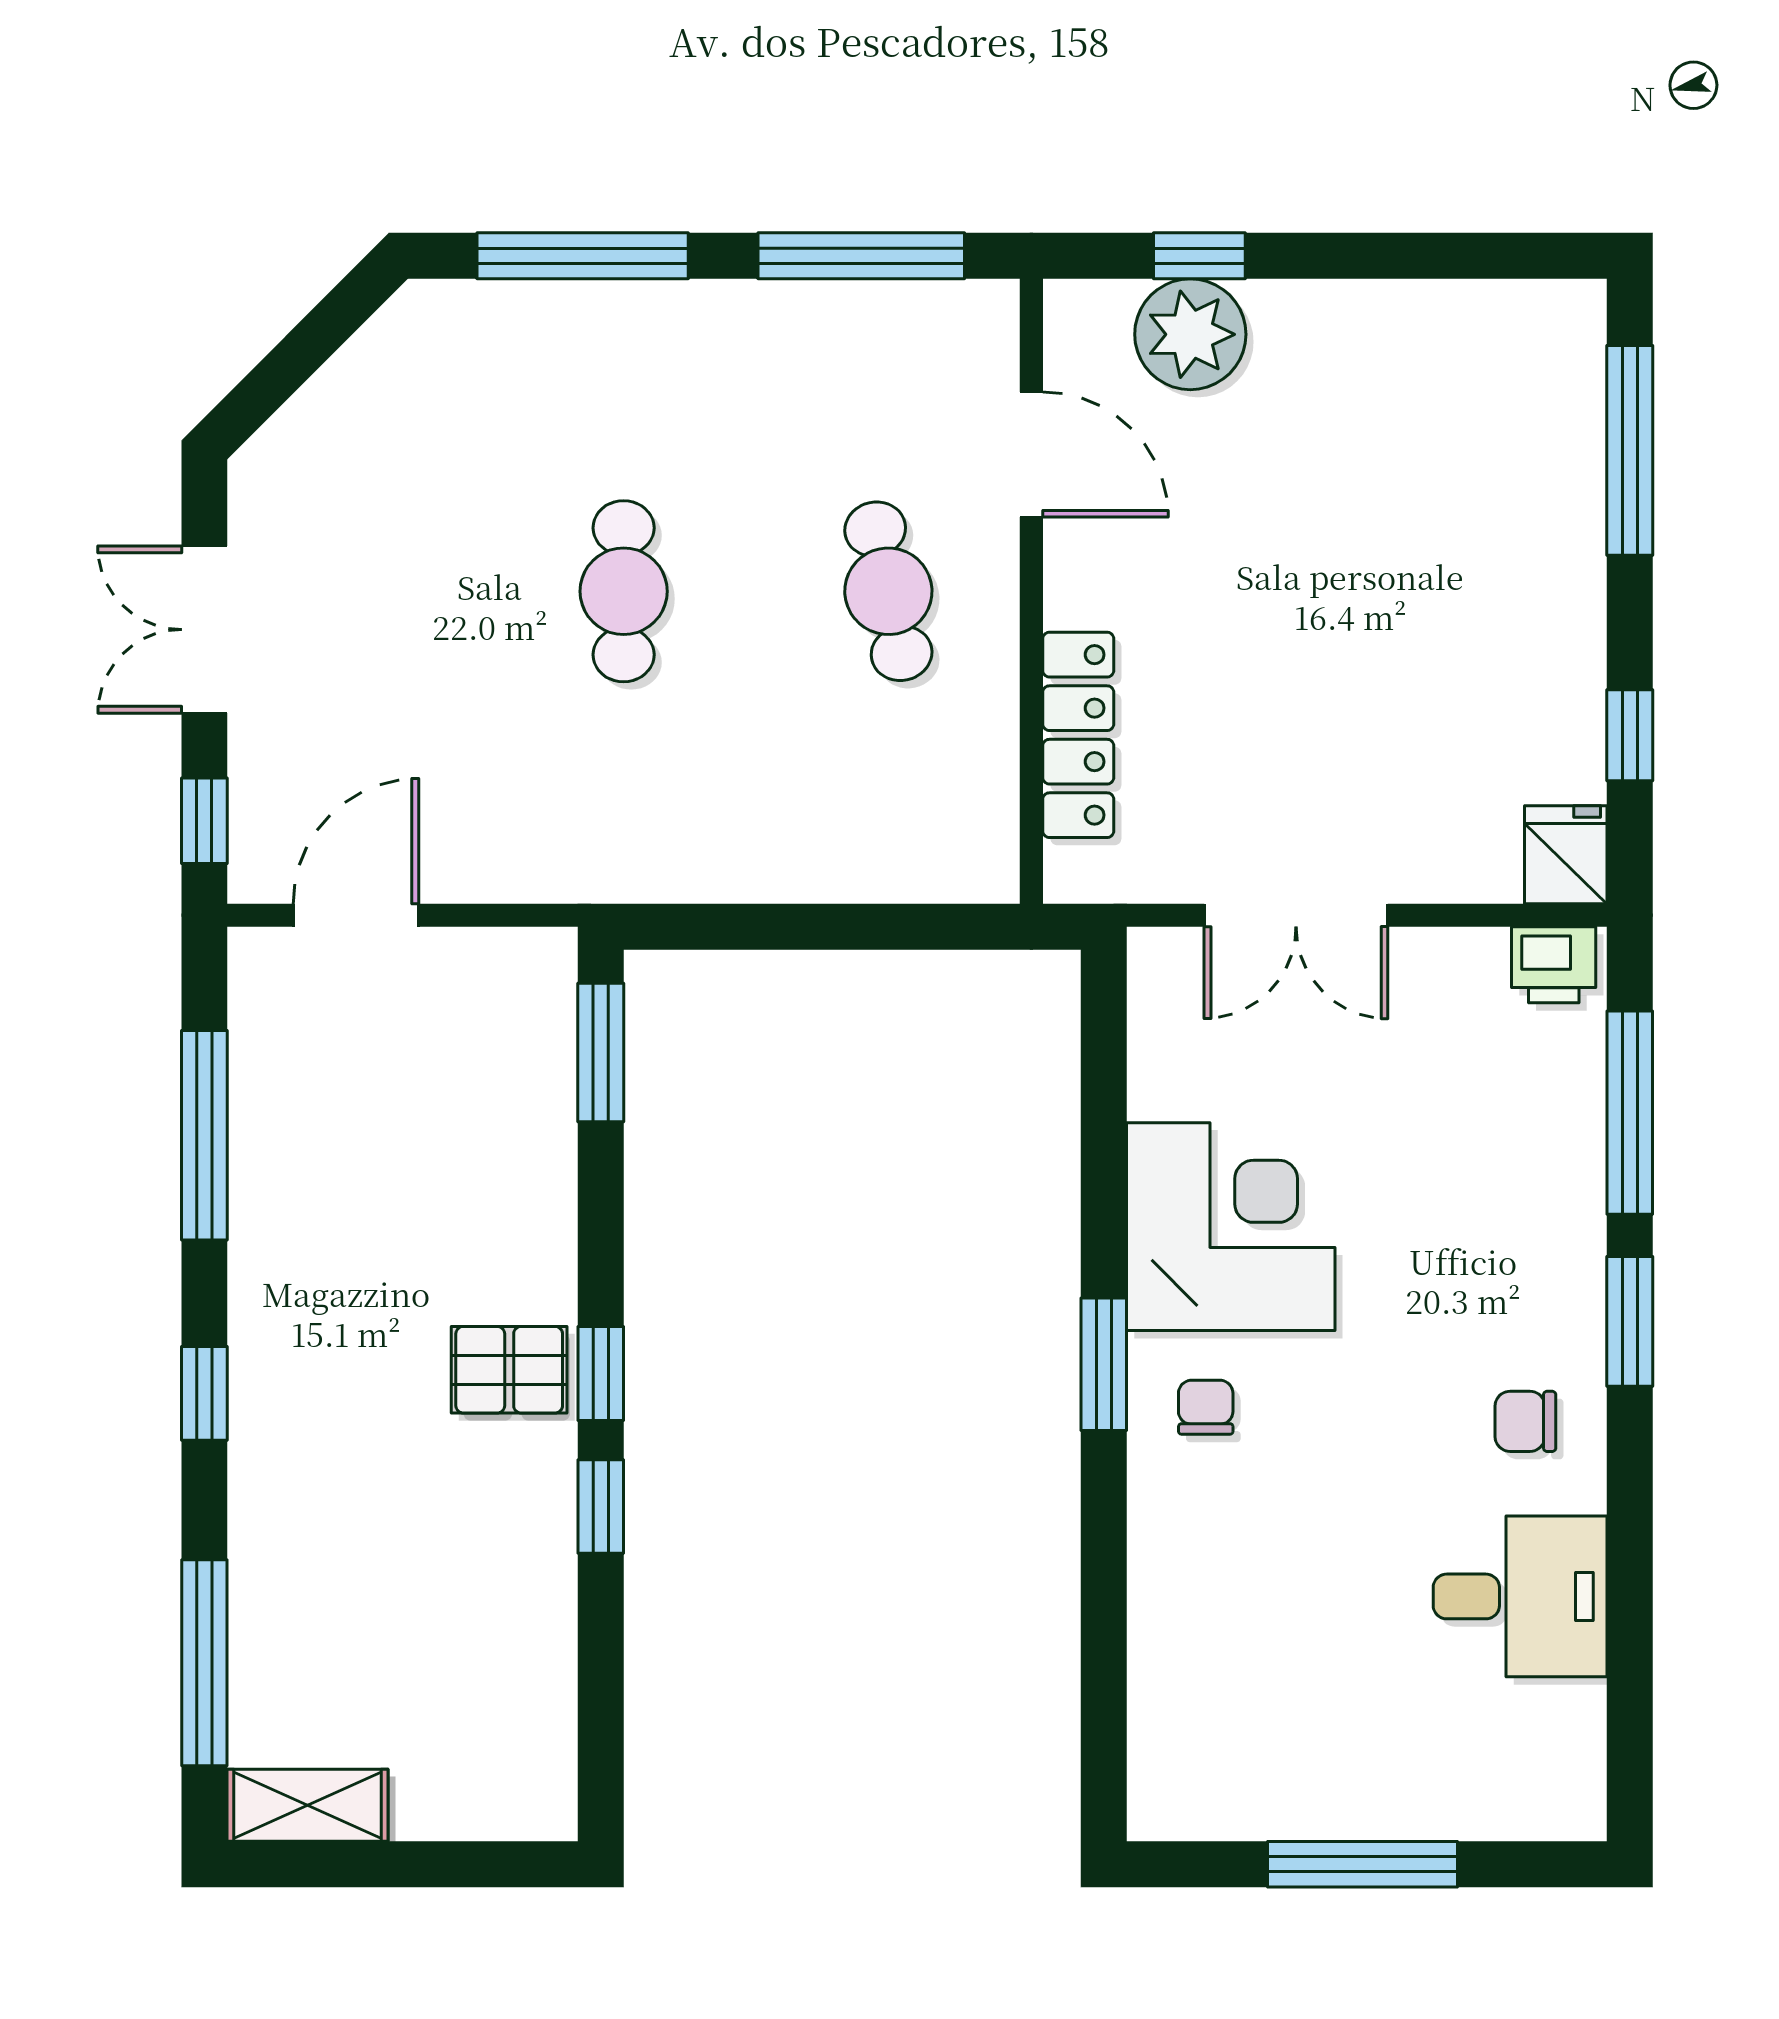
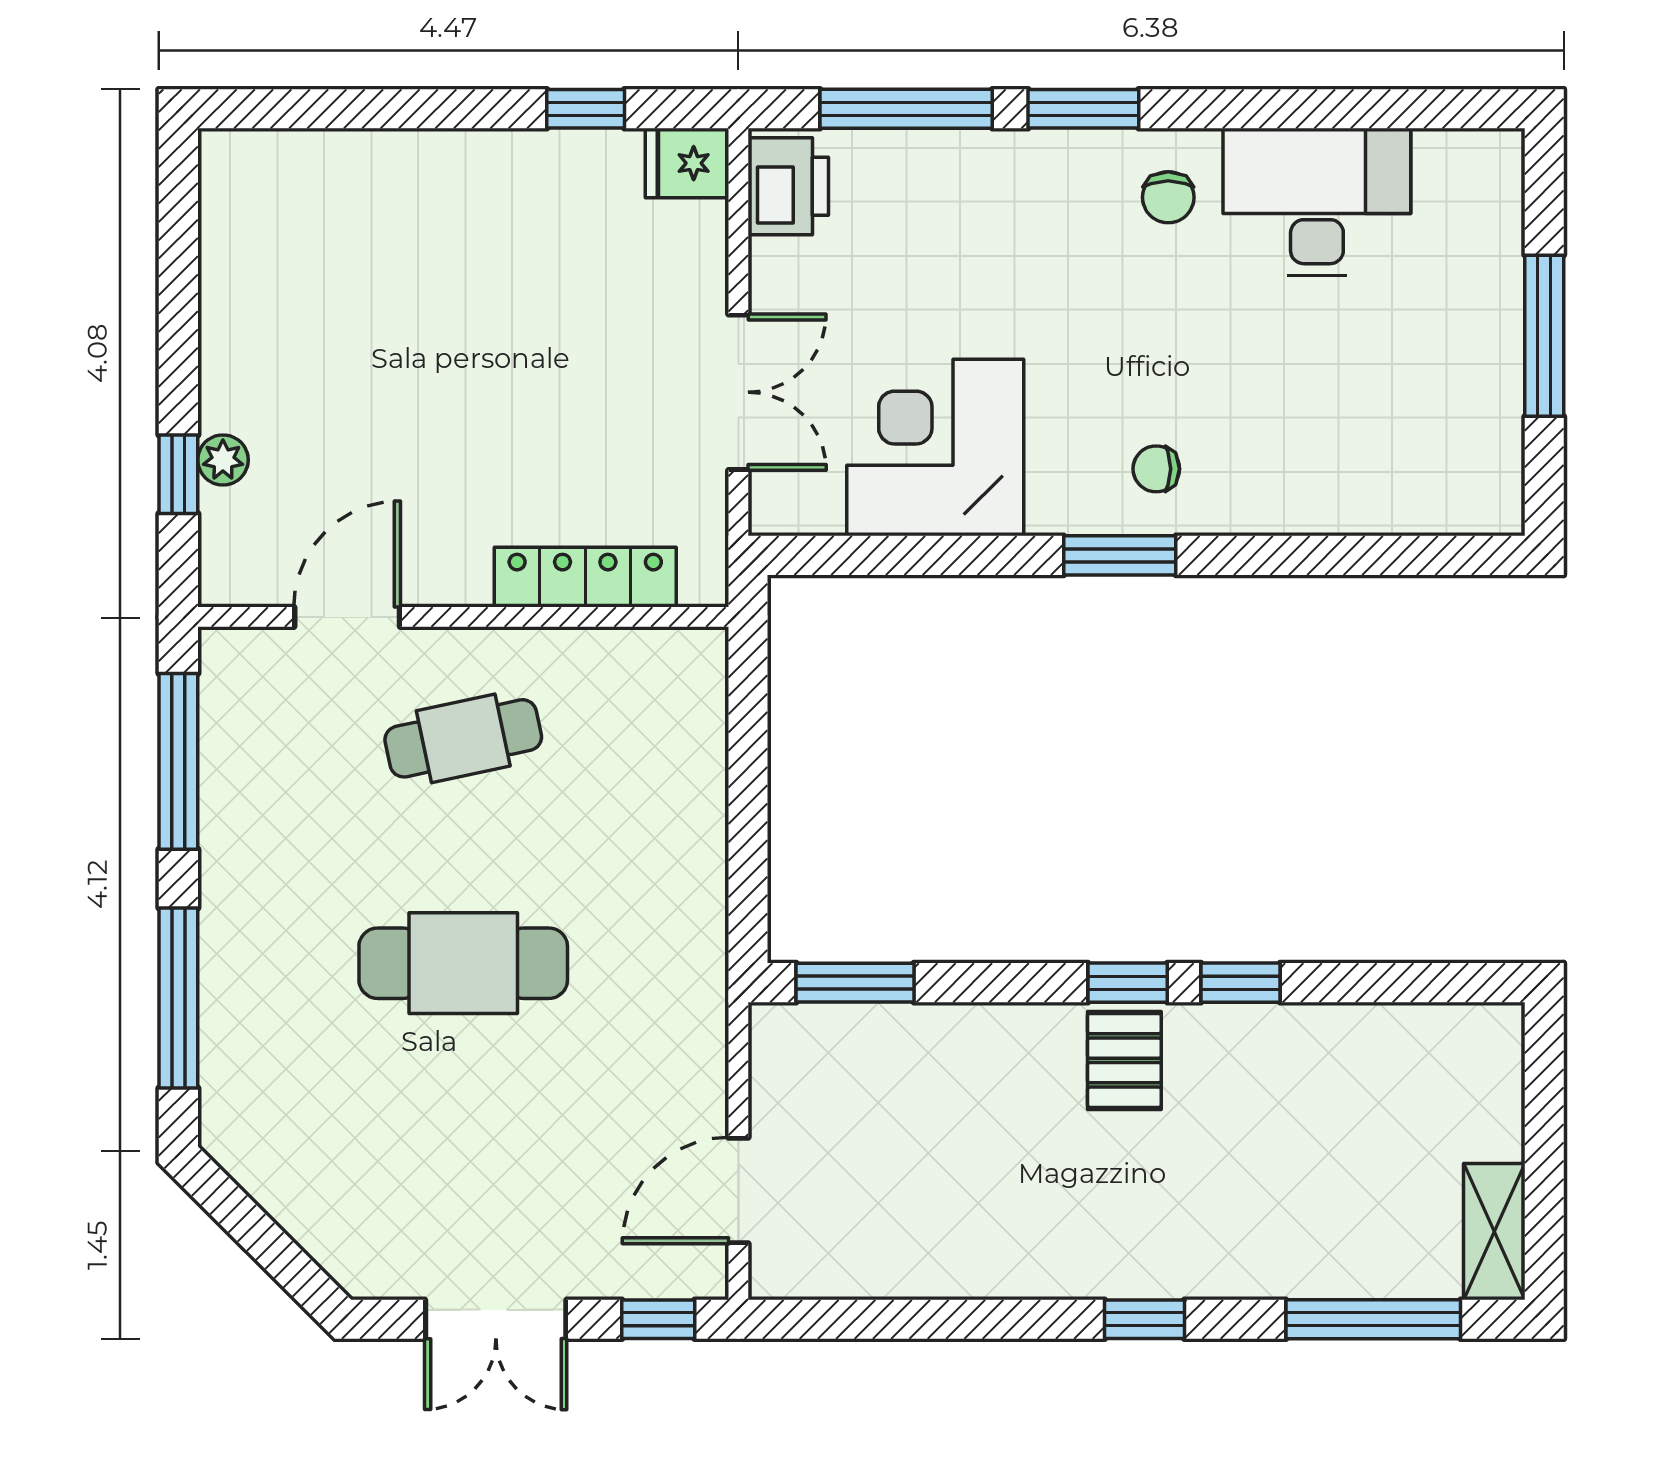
plant: (1190, 334) -> (223, 460), width x0.53, depth x0.53
window: (1630, 450) -> (344, 109), removed
cafe table: (624, 591) -> (463, 963), width x1.37, depth x1.35
door: (356, 915) -> (738, 1190), hinge flipped
printer: (1554, 965) -> (788, 186), width x1.36, depth x1.24
window: (204, 1135) -> (925, 1319), removed
corner desk: (1231, 1227) -> (935, 448), moved
desk: (1520, 1596) -> (1317, 202), width x1.37

